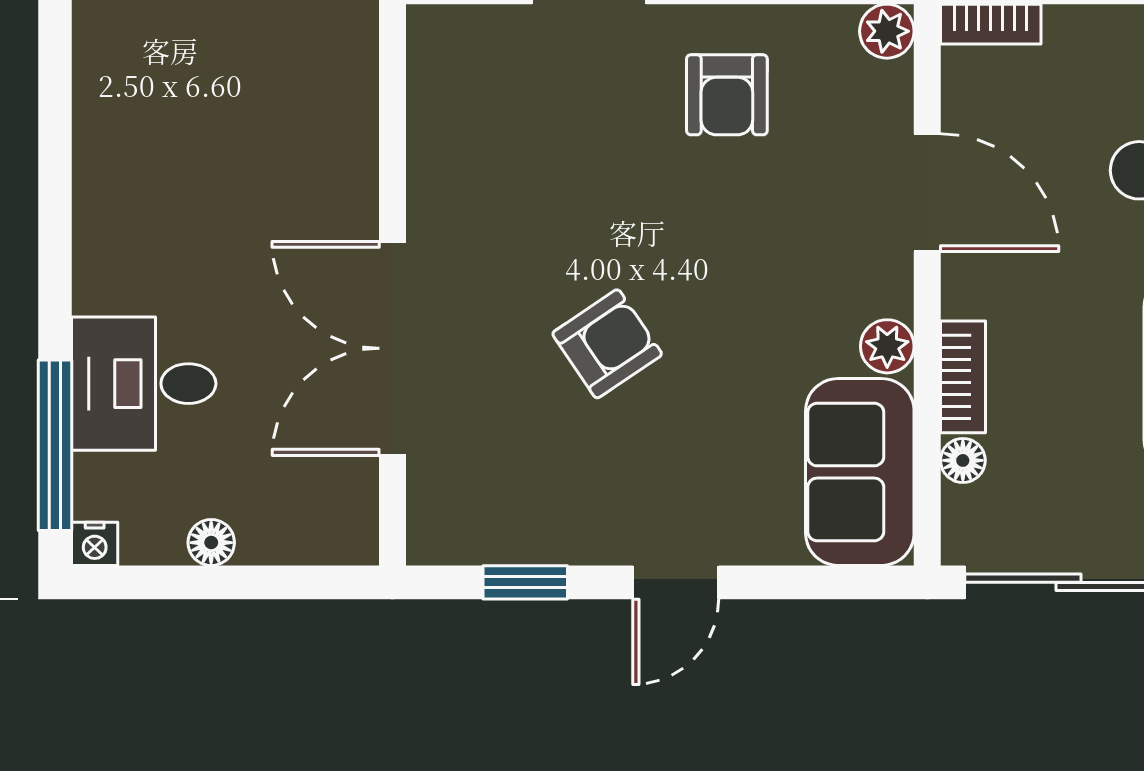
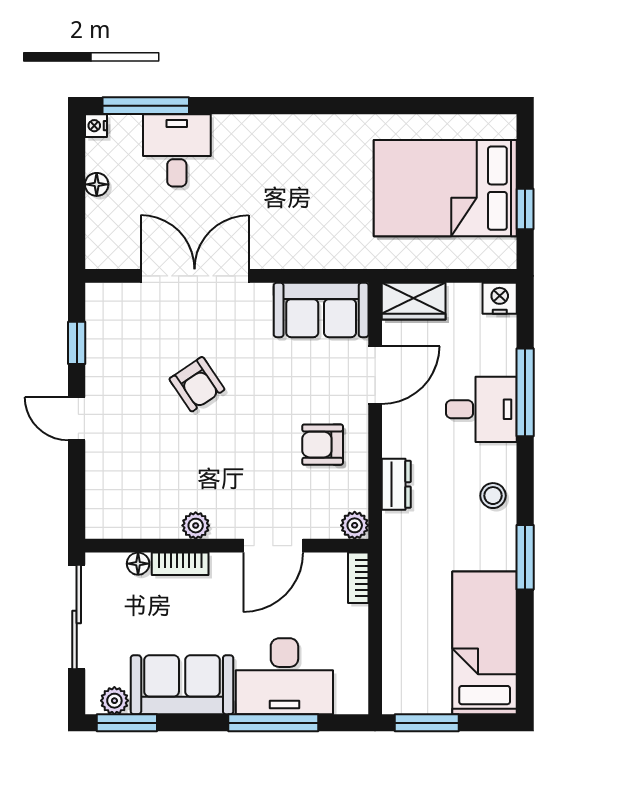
sofa: (860, 472) -> (321, 310), moved, turned 180

